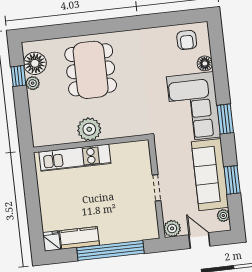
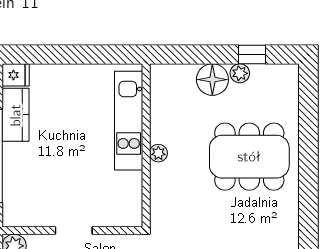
floor lamp: (35, 63) -> (212, 80), moved
plant: (89, 129) -> (158, 153), width x0.53, depth x0.53

